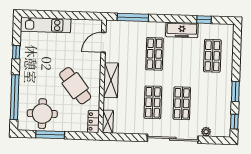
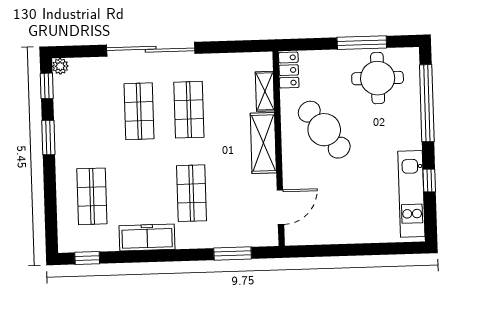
window: (133, 17) -> (233, 254), width x0.69
window: (204, 20) -> (87, 258), moved
kitchen unit: (46, 25) -> (411, 194), moved, turned -90
shelving: (108, 122) -> (265, 91), moved
plant: (206, 132) -> (60, 66), moved

